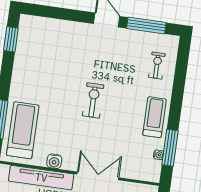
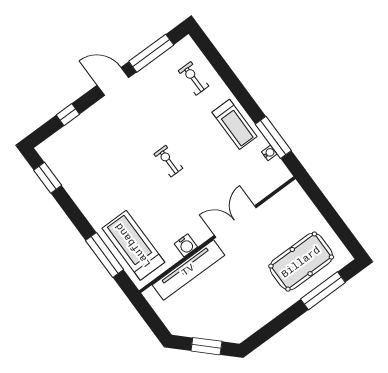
window: (60, 13) -> (68, 115), added
exercise bike: (93, 100) -> (168, 161), width x0.73, depth x0.72
treadmill: (155, 117) -> (235, 124), turned 180

